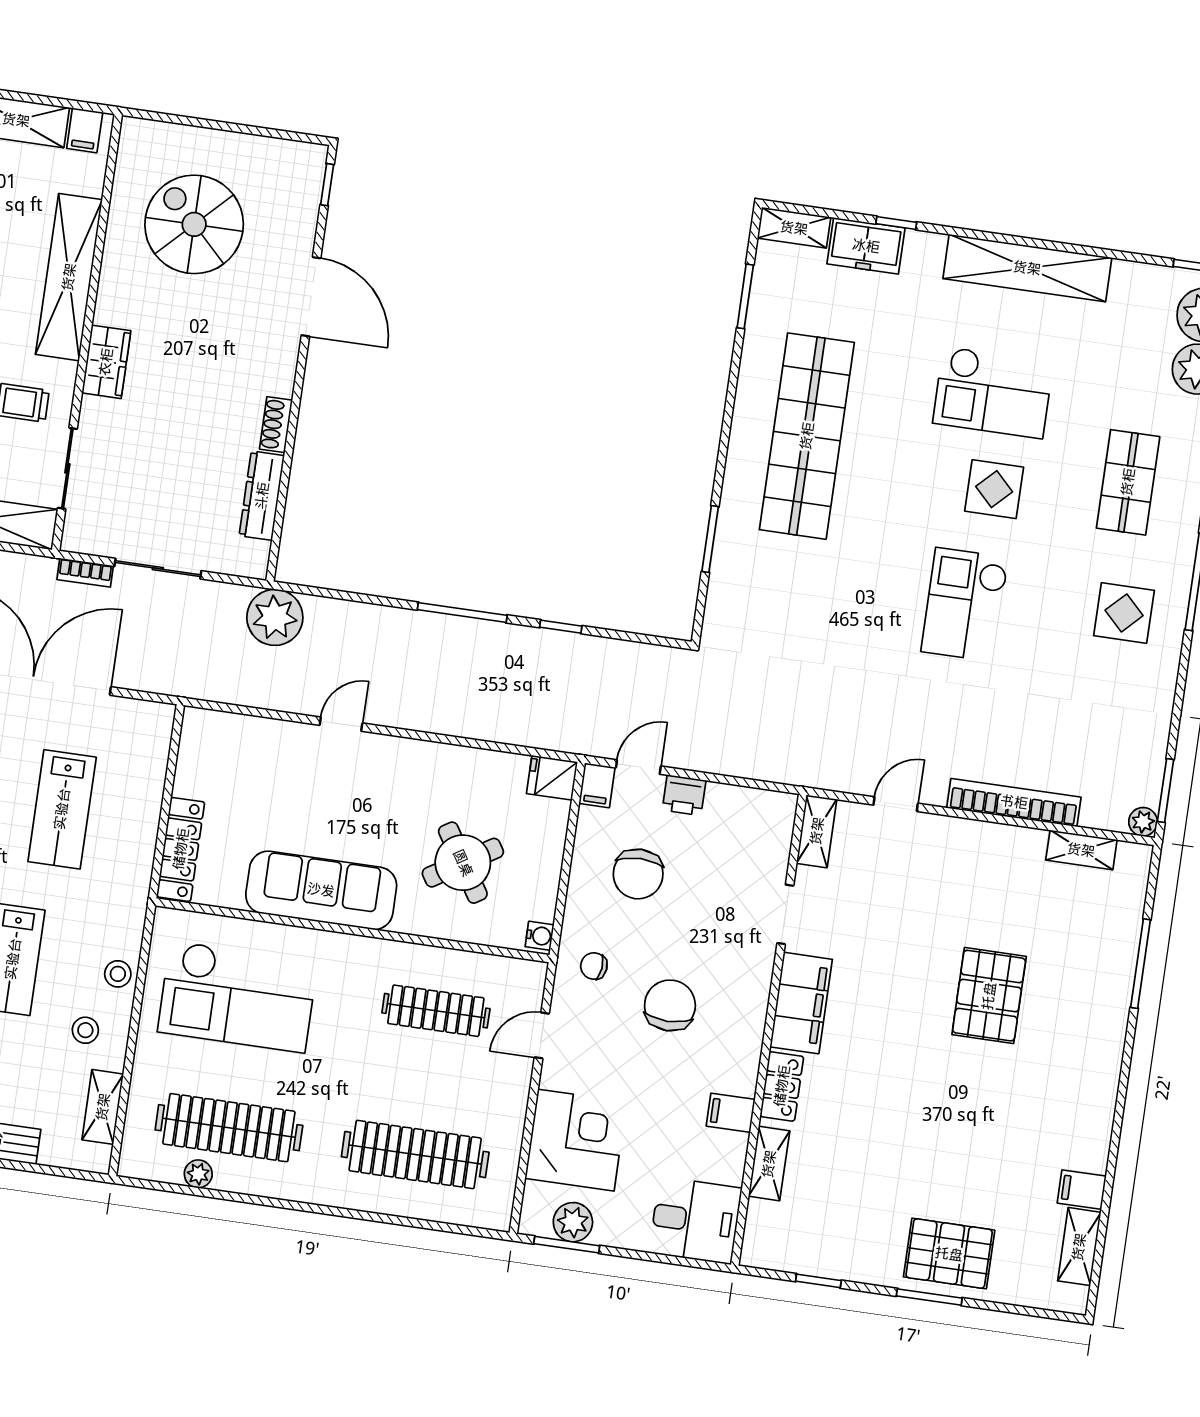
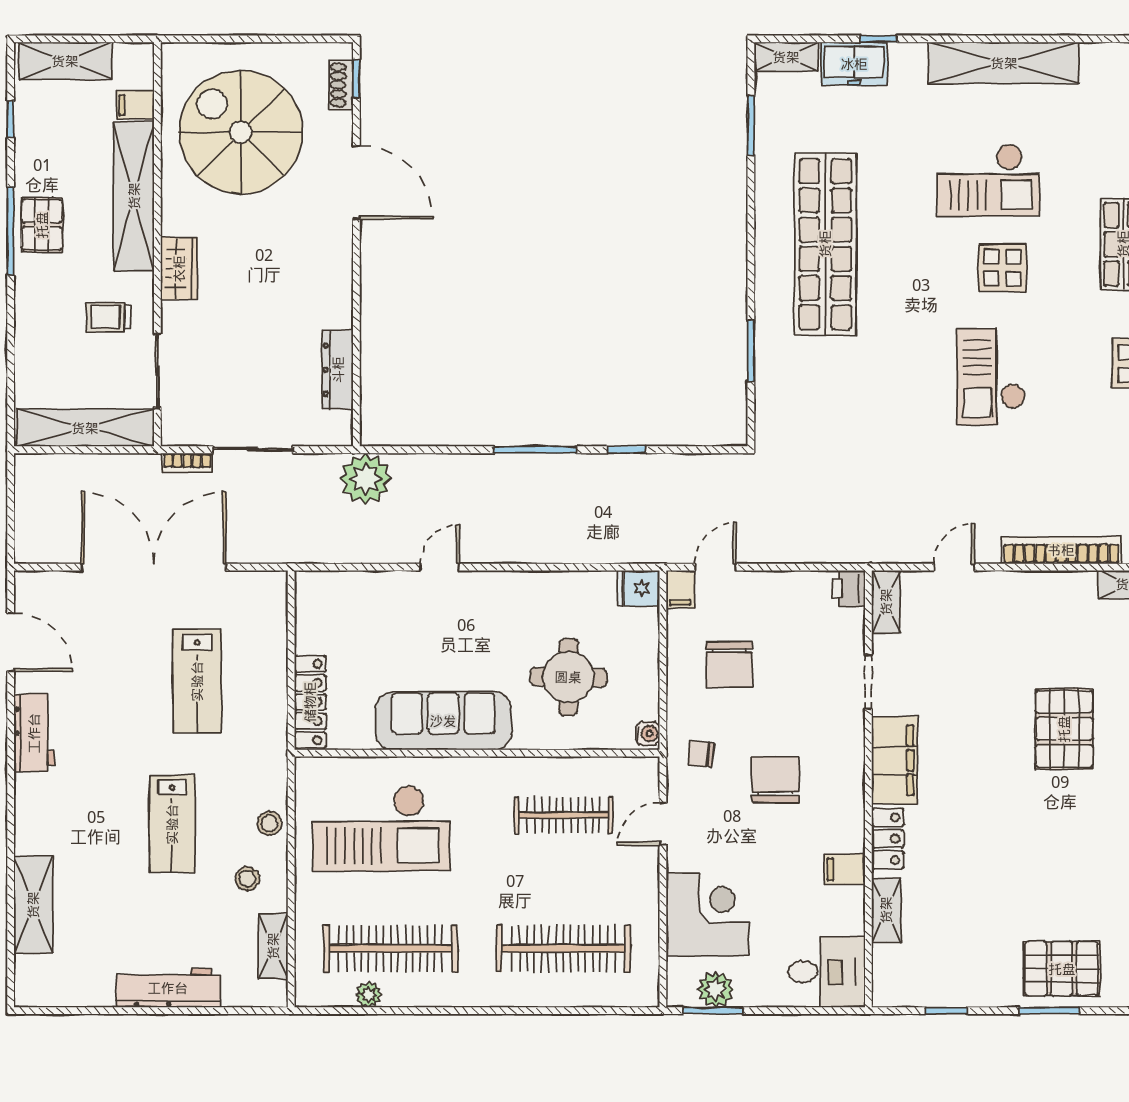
filing cabinet: (85, 130) -> (135, 105), moved, turned 90
spiral stairs: (194, 224) -> (241, 132), width x1.37, depth x1.37
shoe rack: (276, 425) -> (341, 85), moved
printer: (684, 795) -> (849, 588), moved, turned 90
round table: (463, 863) -> (568, 677), turned 33

